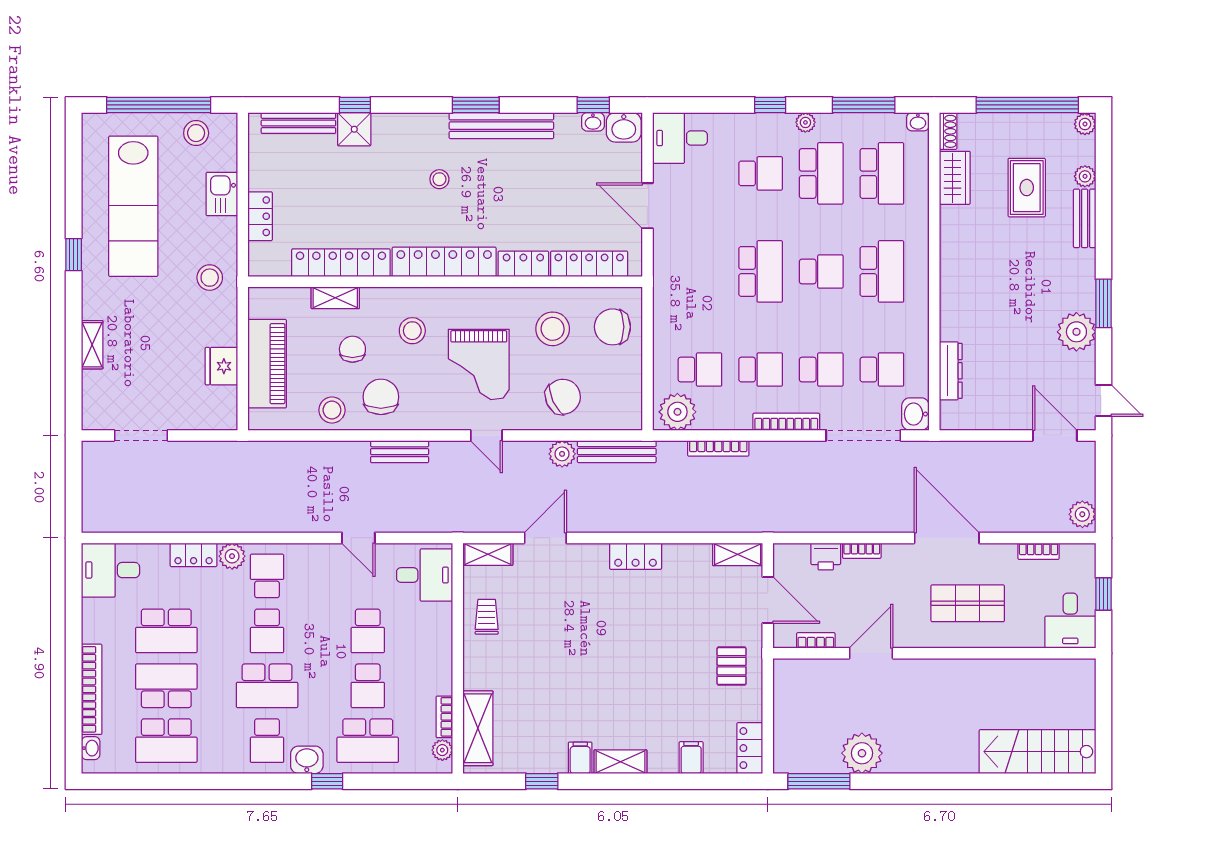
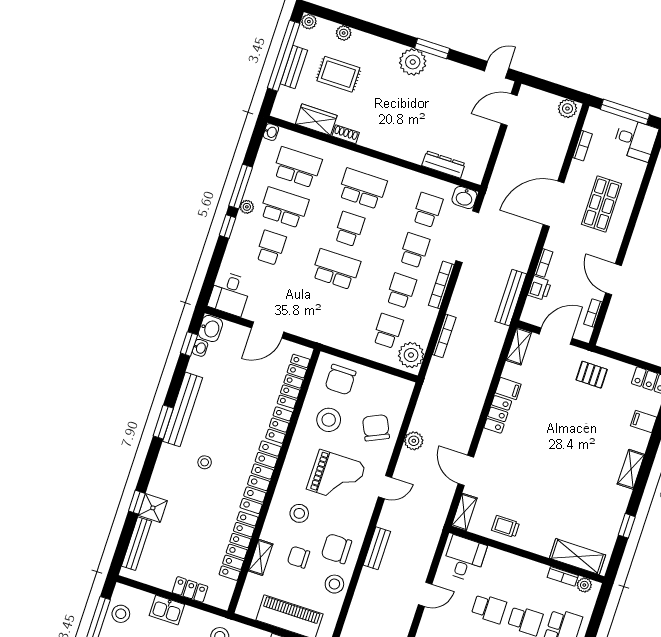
window: (864, 105) -> (241, 186), moved
shoe rack: (948, 131) -> (346, 134), moved
bench: (1085, 218) -> (294, 67), moved, turned 90
plant: (1076, 332) -> (413, 62), moved
bench: (617, 452) -> (511, 298), moved
window: (1103, 594) -> (625, 112), width x2.17
filing cabinet: (580, 758) -> (508, 388), moved, turned 180

